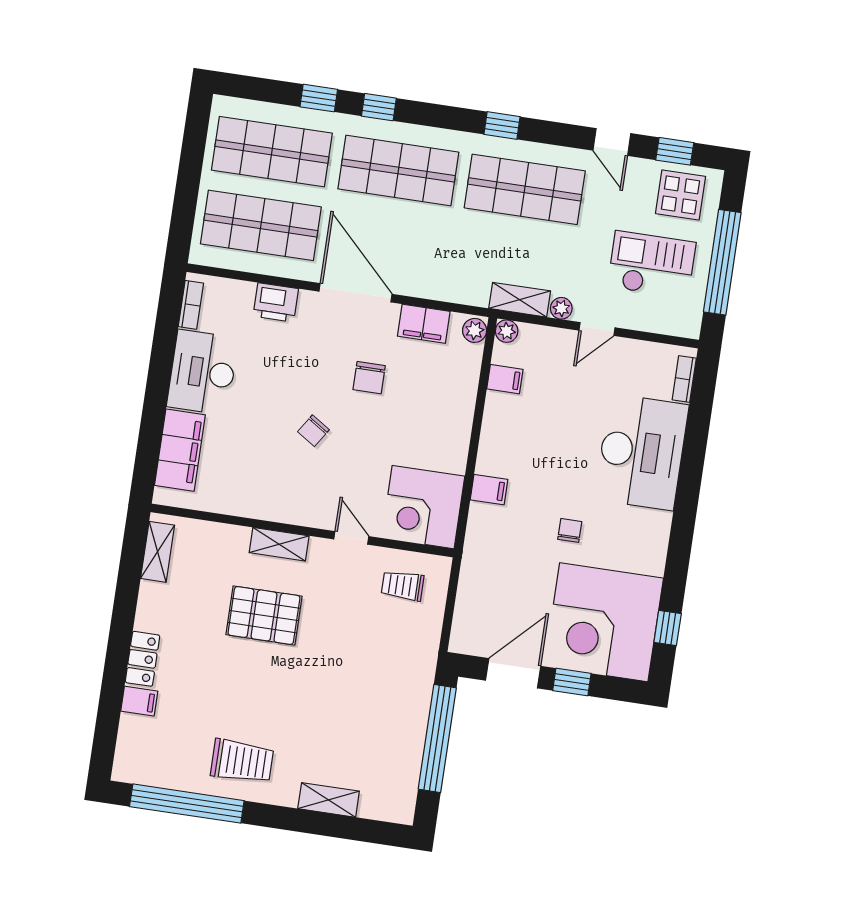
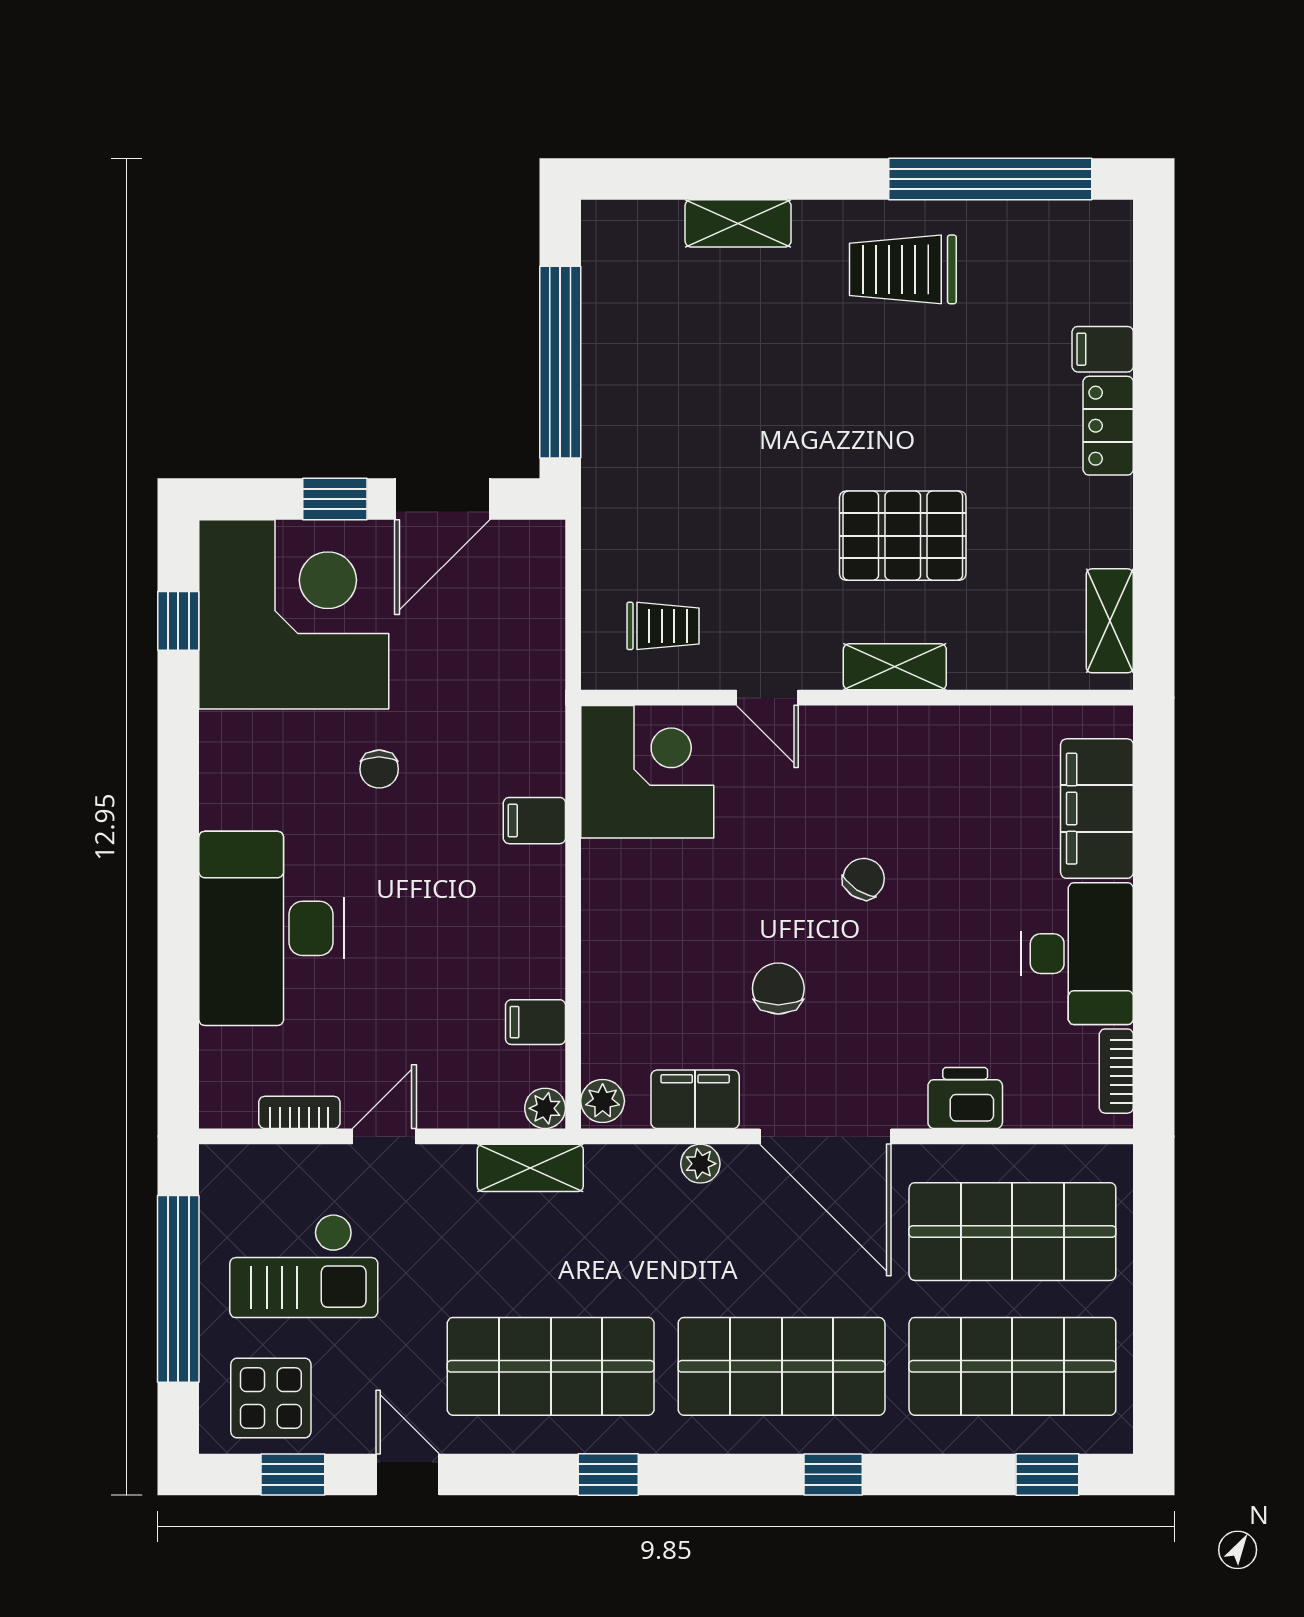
window: (319, 98) -> (1047, 1474), moved
plant: (561, 308) -> (700, 1164), moved
bookcase: (684, 379) -> (299, 1112), moved, turned -90

